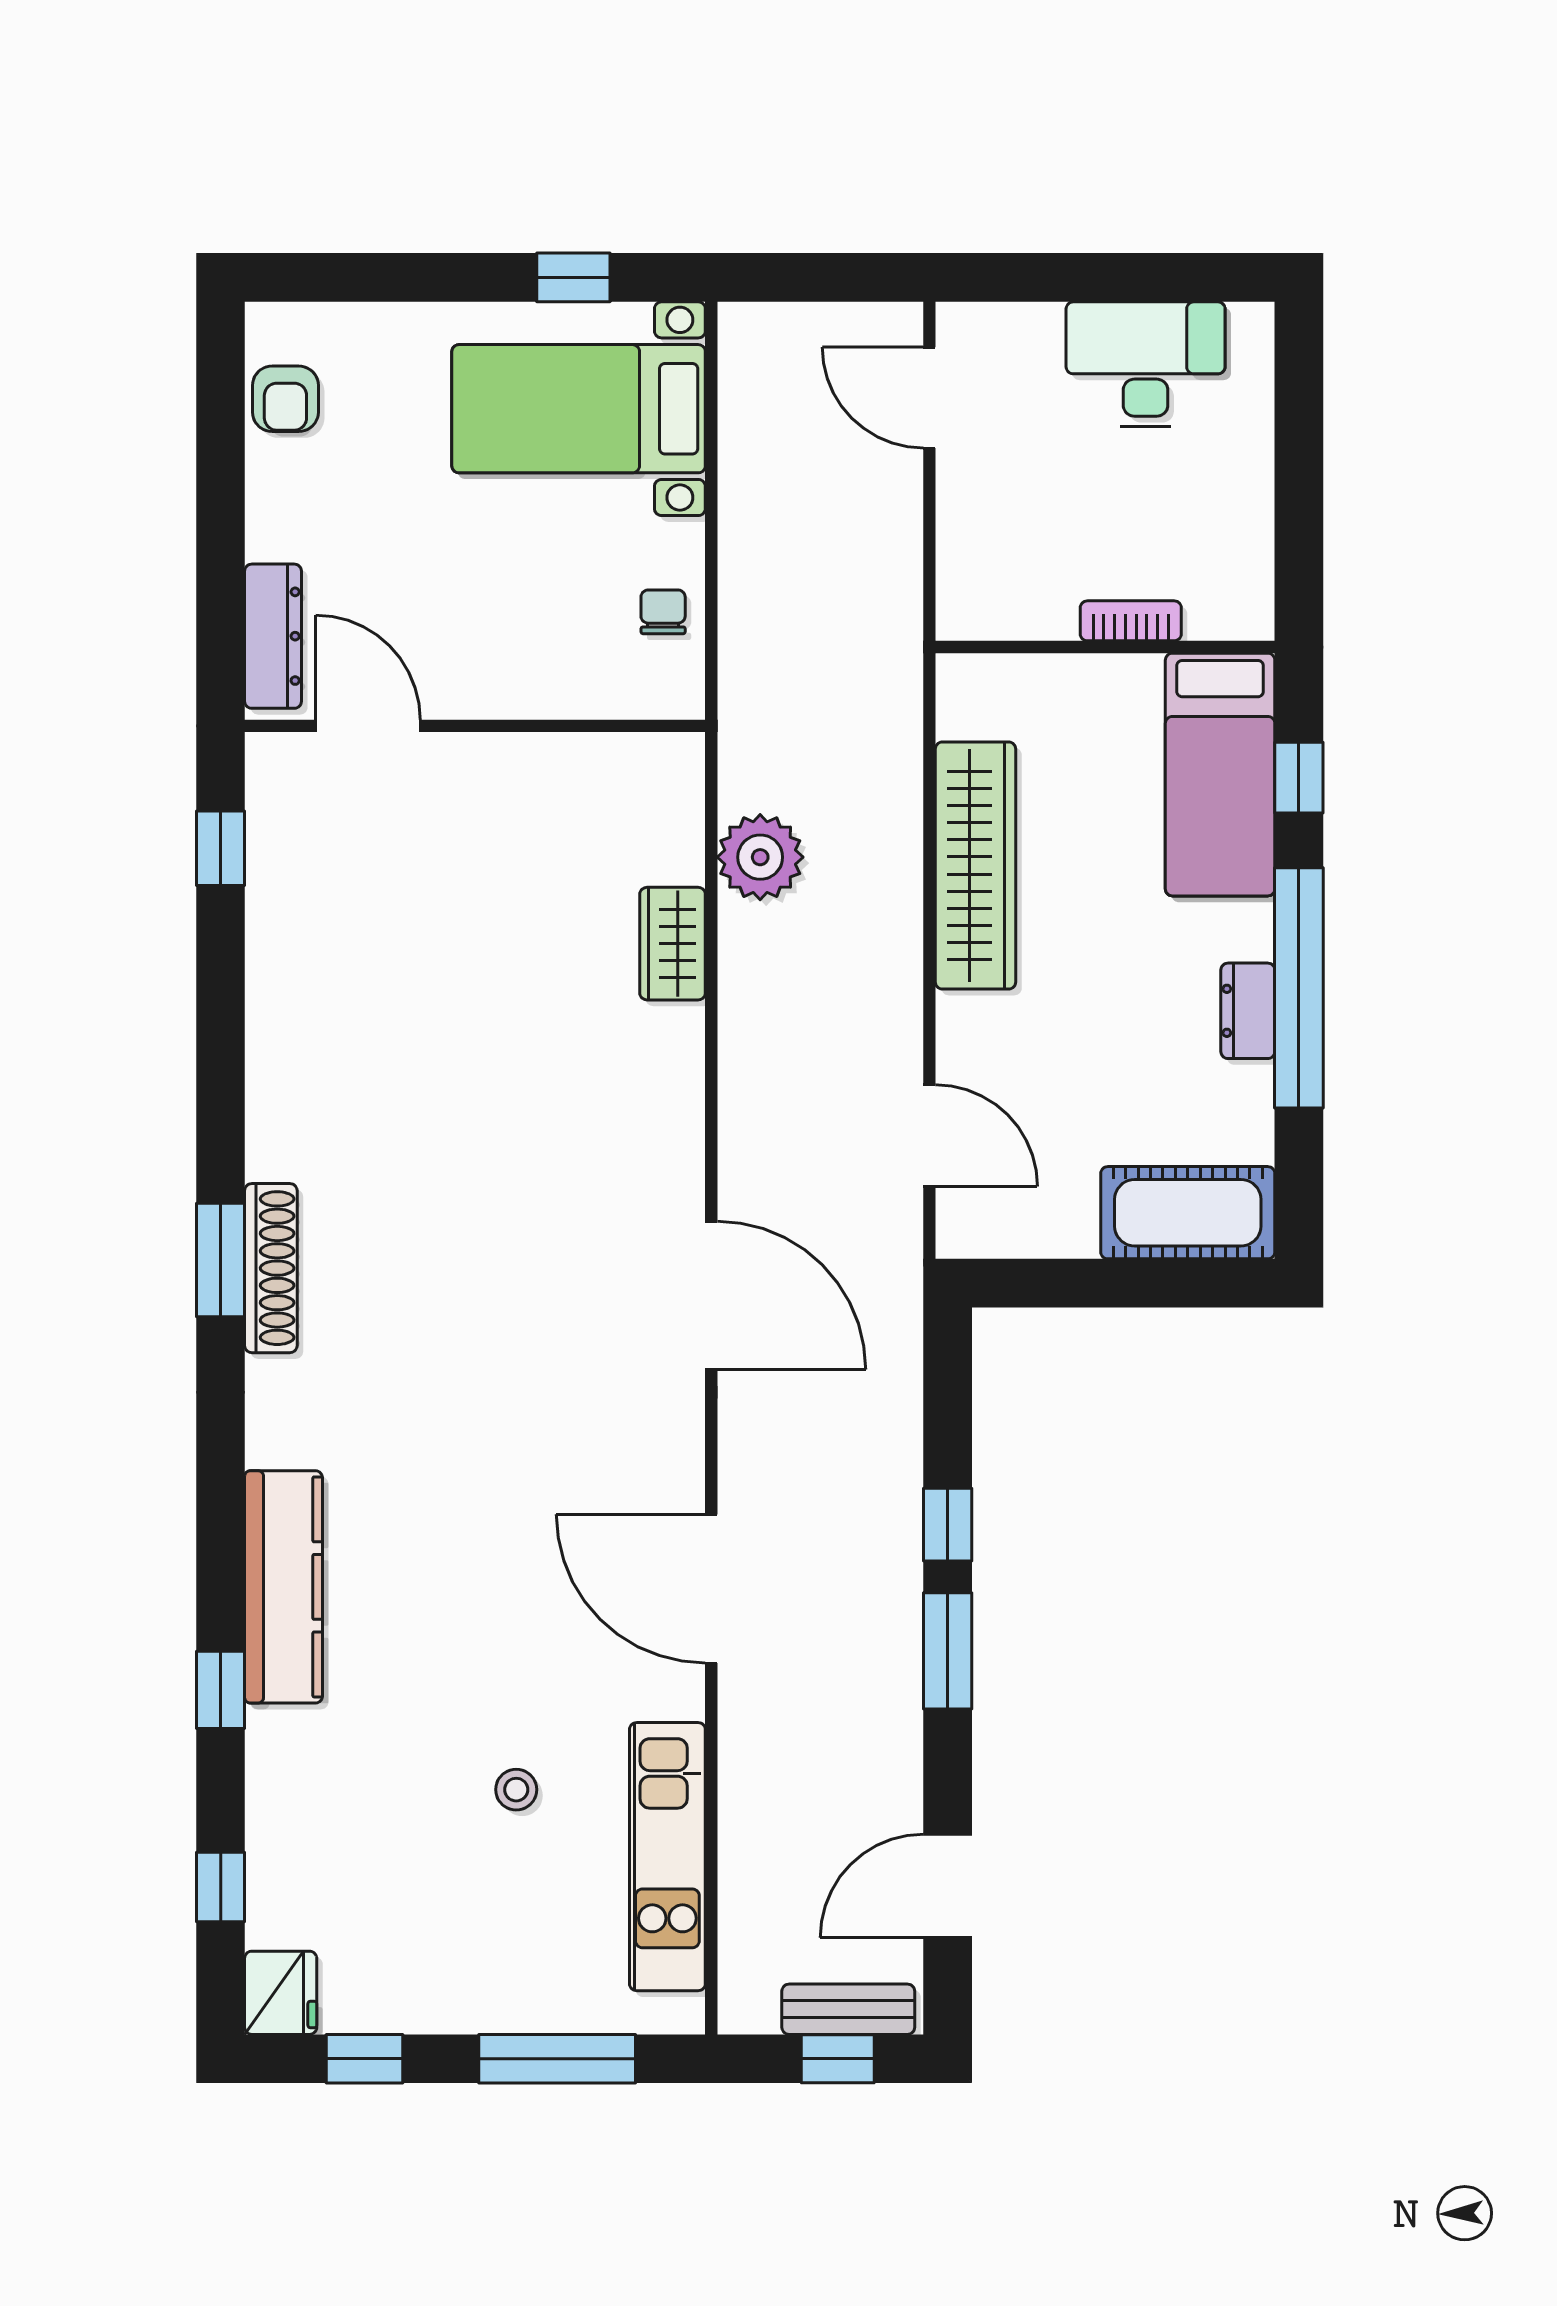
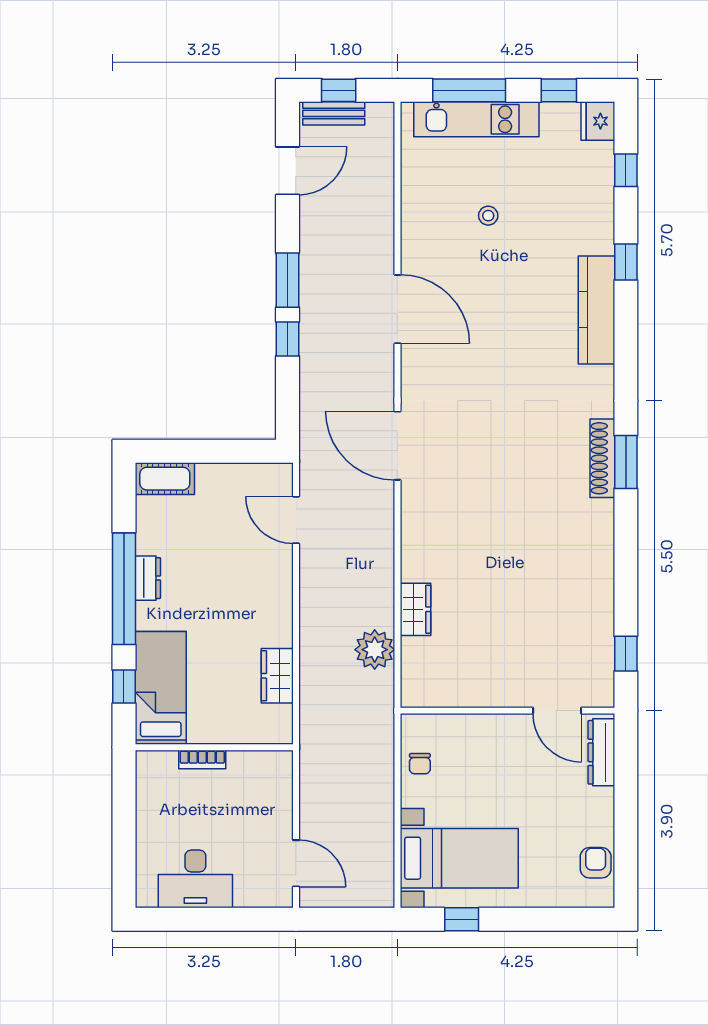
wardrobe: (976, 866) -> (277, 676), width x0.48, depth x0.85
cot: (1188, 1213) -> (165, 479), width x0.73, depth x0.75
kitchen unit: (667, 1857) -> (476, 119), moved, turned 90

